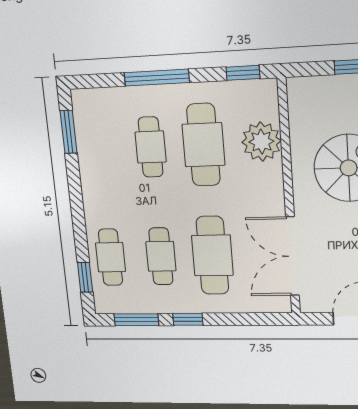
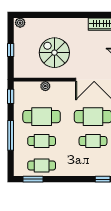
plant: (261, 142) -> (45, 86), width x0.53, depth x0.53
cafe table: (110, 257) -> (42, 165), moved

